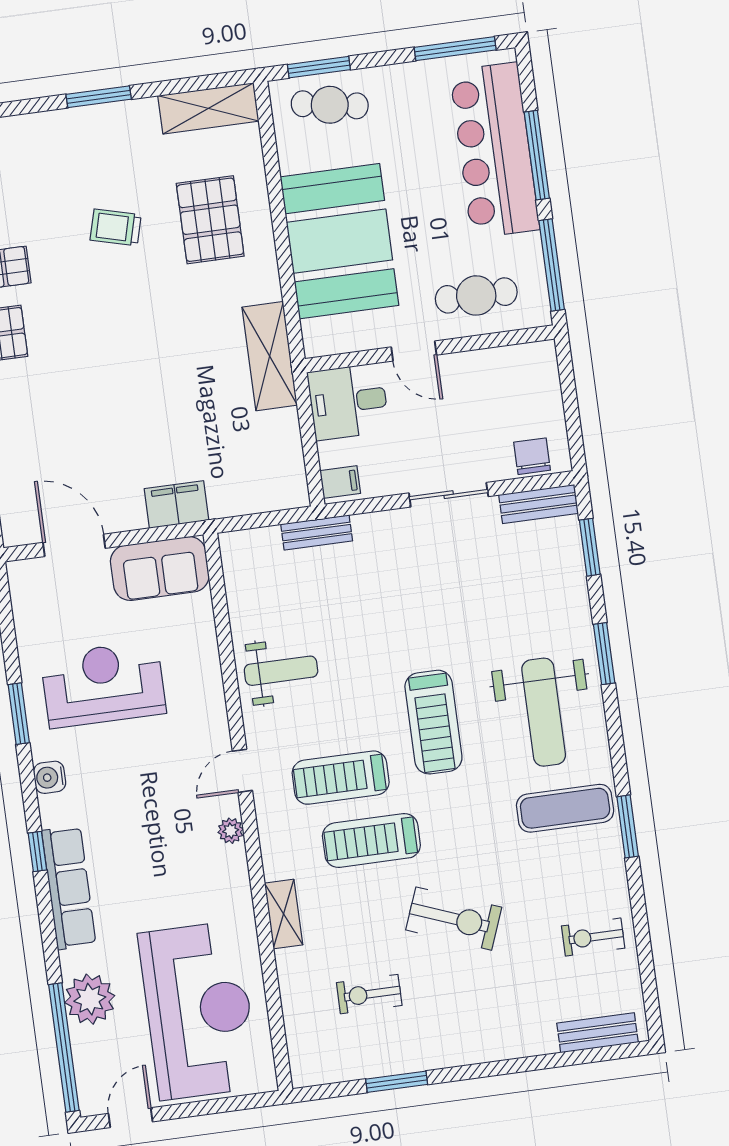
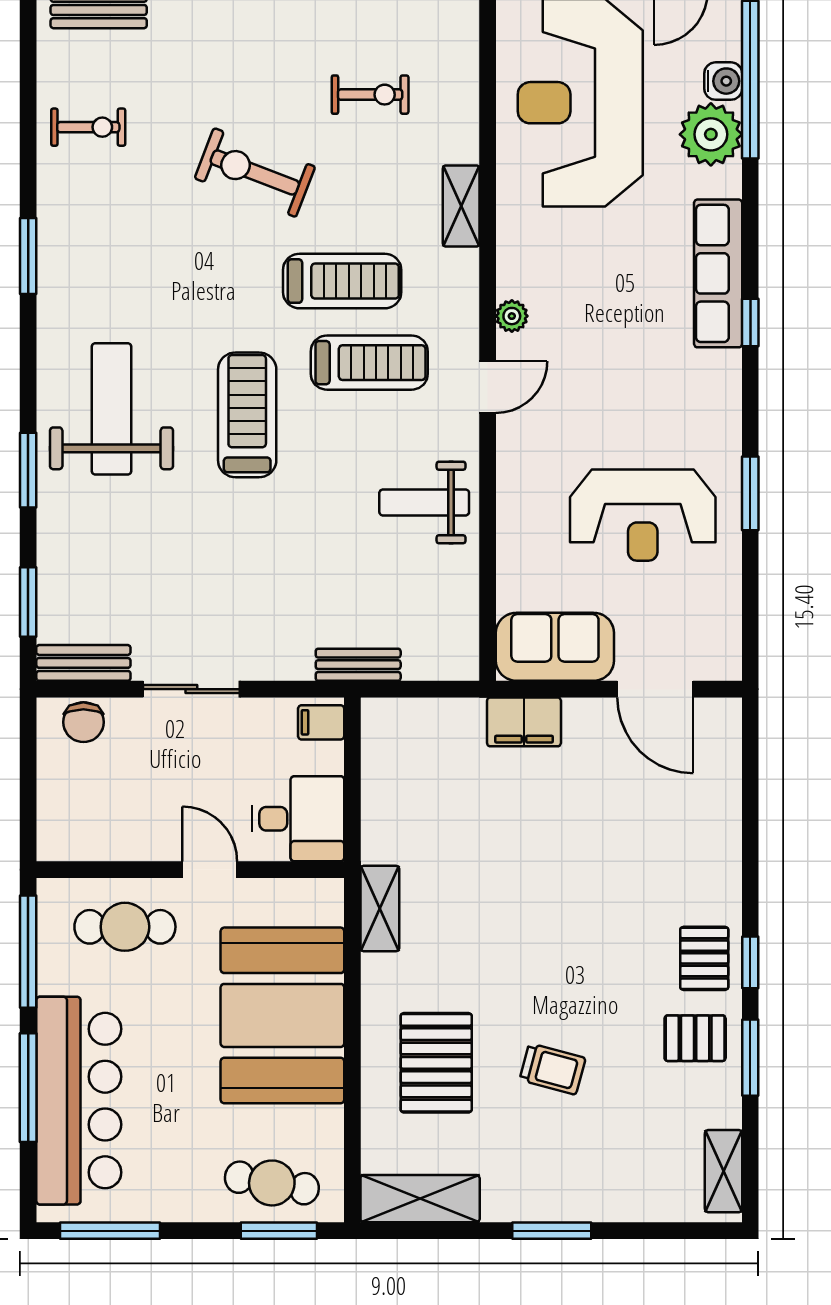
shelving: (270, 356) -> (380, 908), width x0.67, depth x0.75
water cooler: (50, 777) -> (723, 81), moved
exercise mat: (565, 808) -> (101, 288), removed

